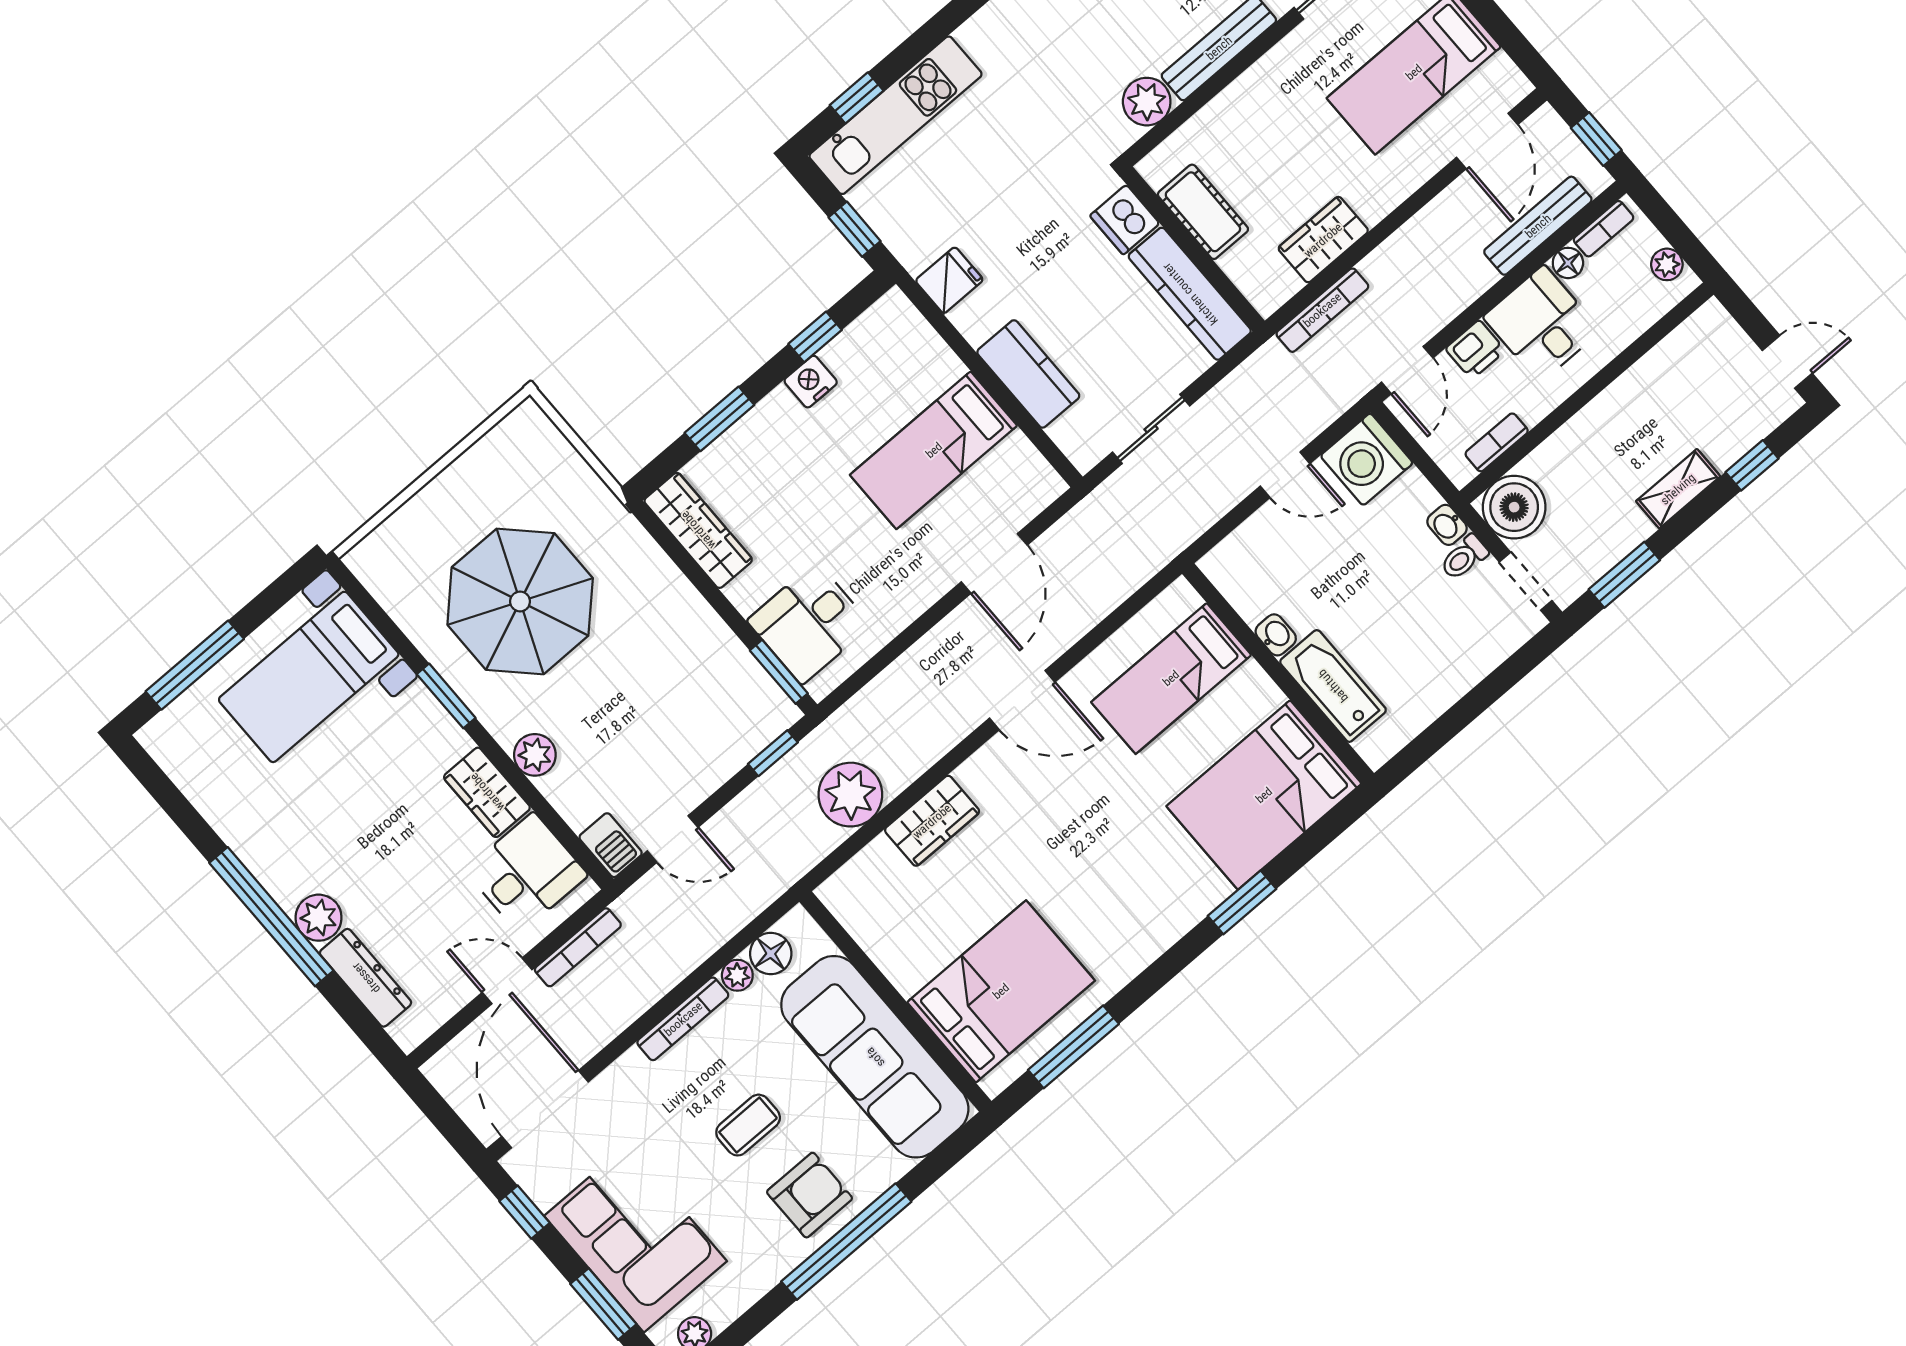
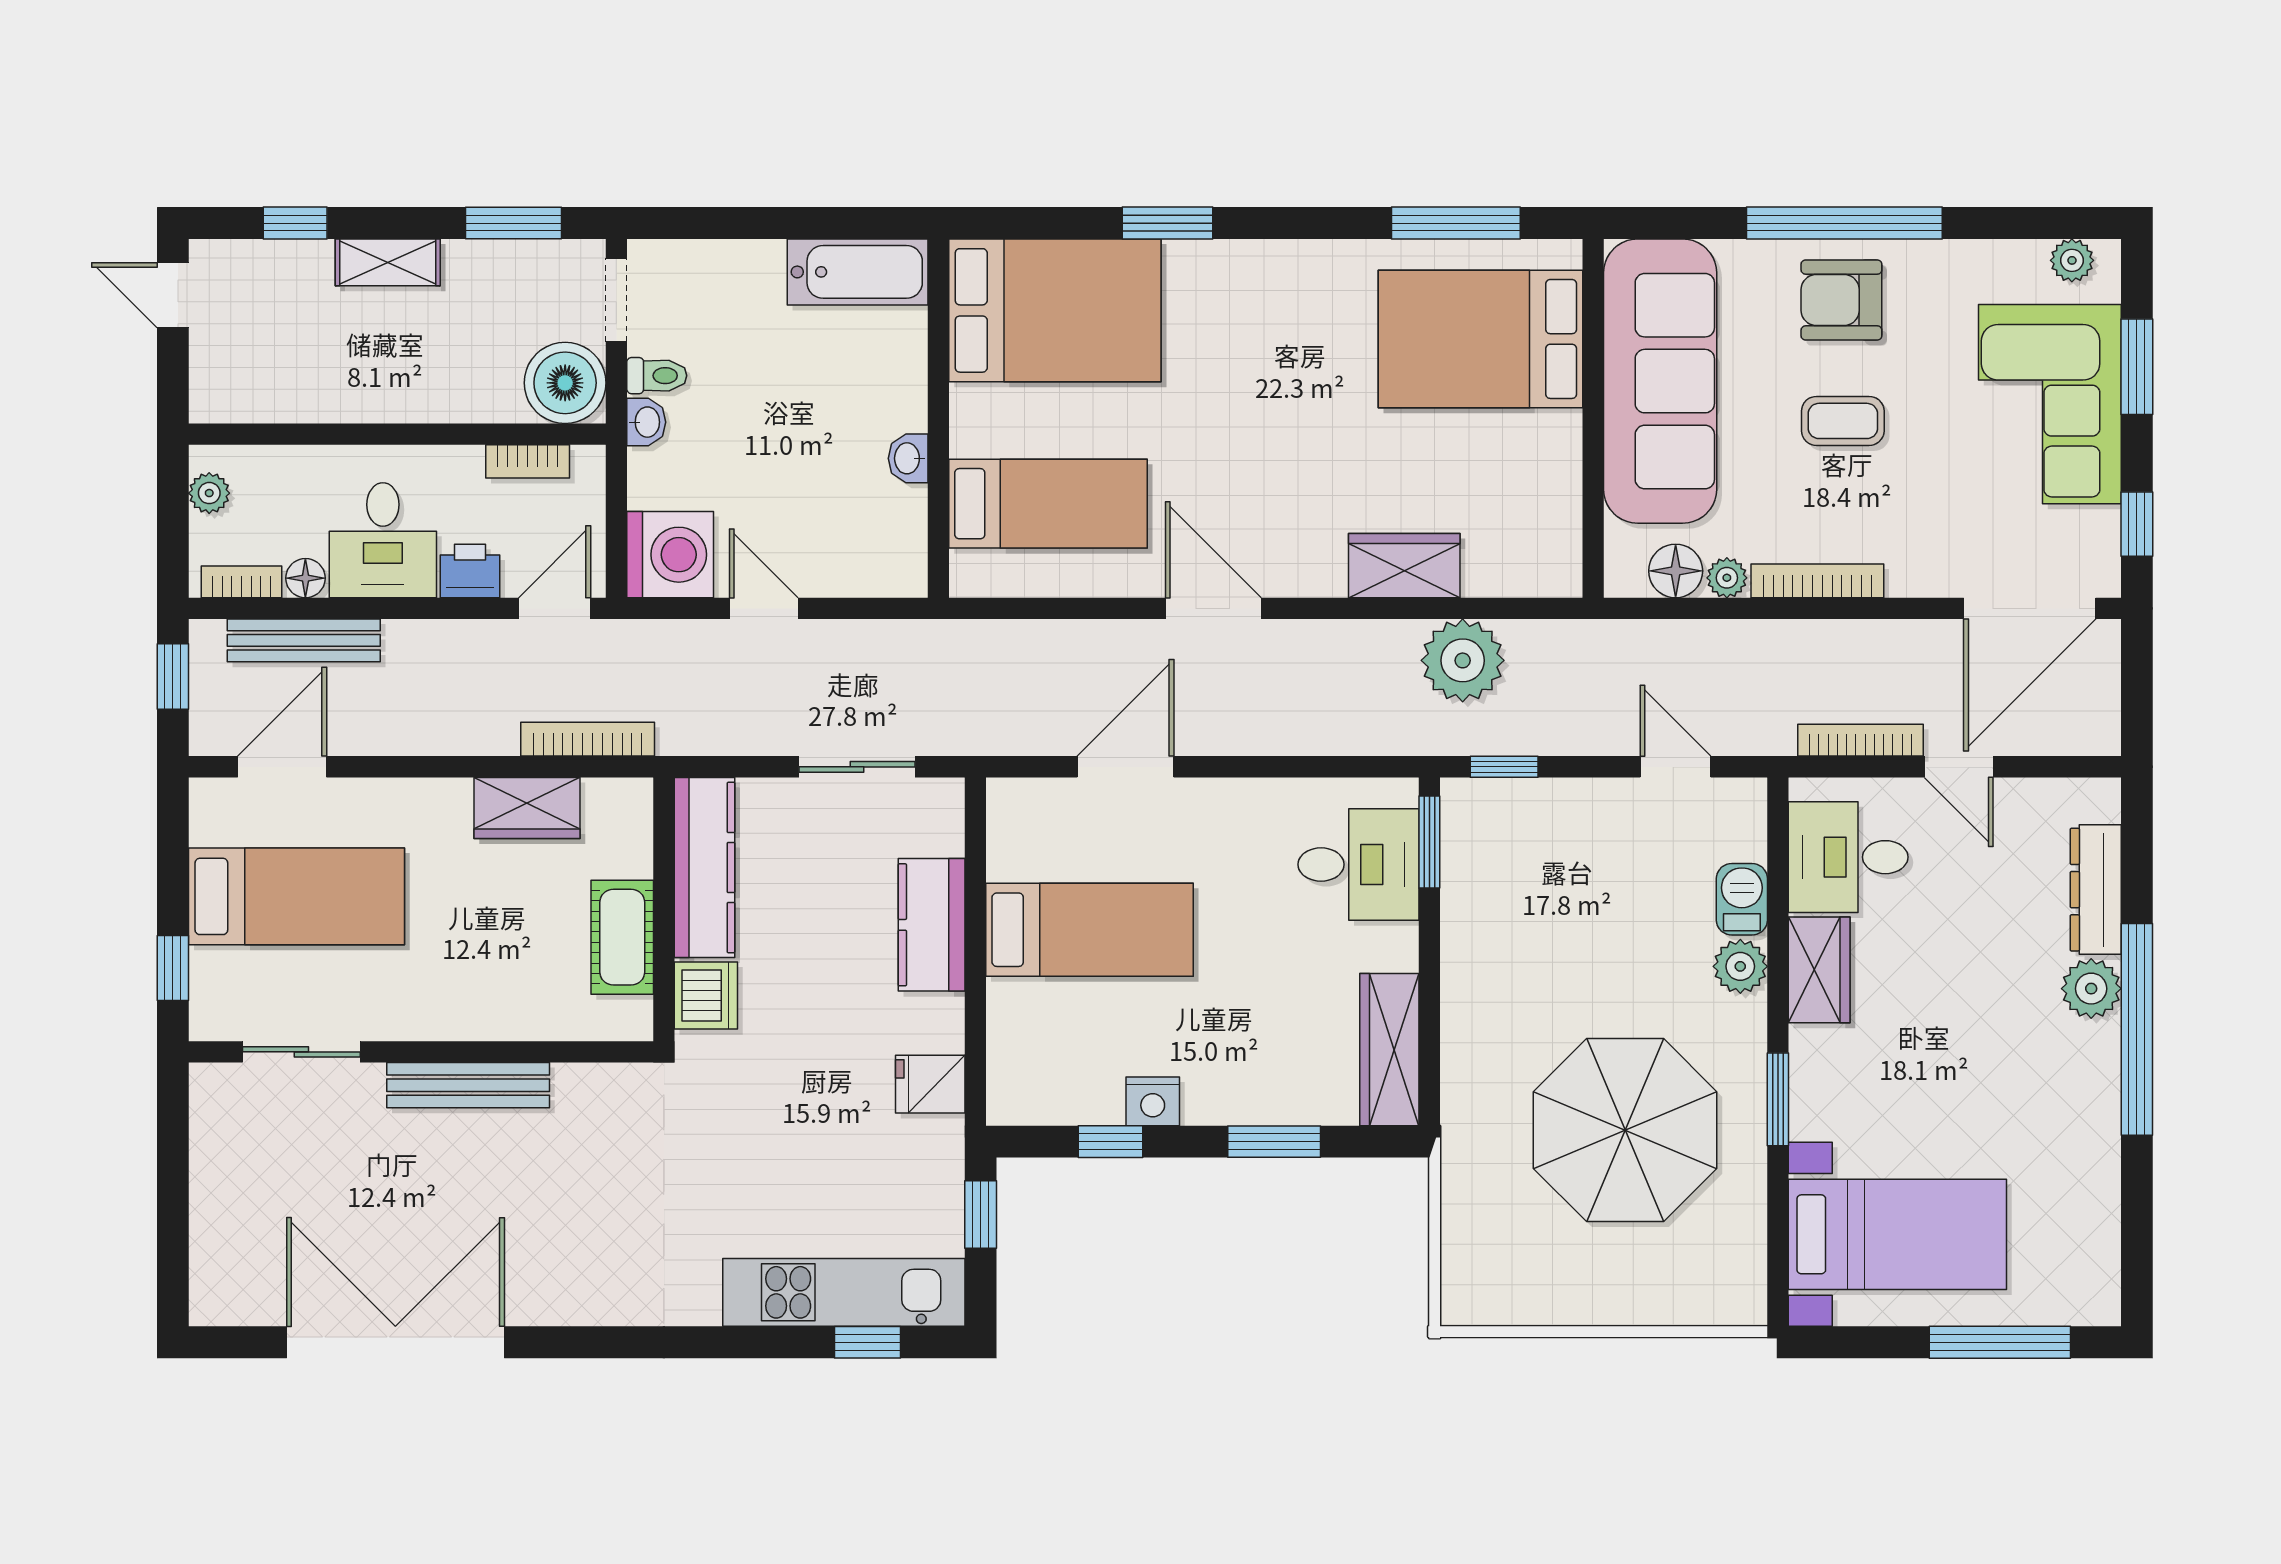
plant: (1147, 102) -> (585, 1093), removed
bathtub: (1333, 686) -> (858, 272), moved, turned -90
barbecue: (611, 845) -> (1742, 899), moved

